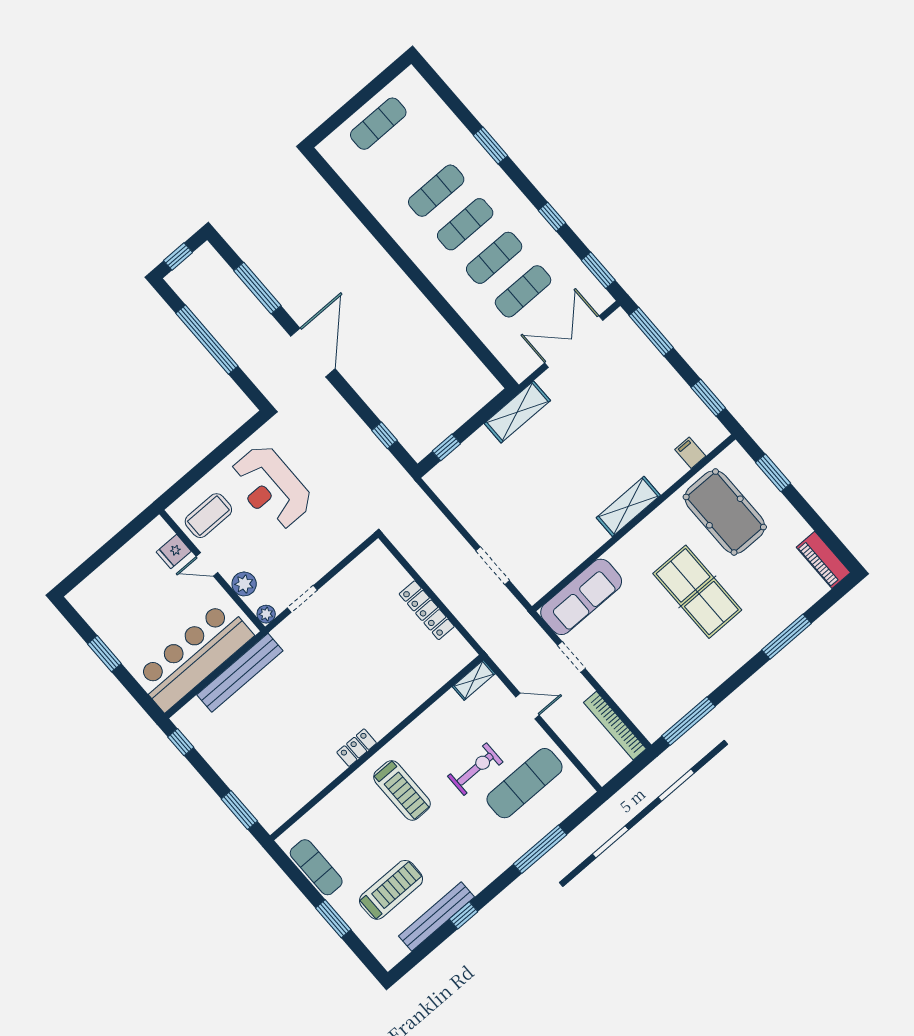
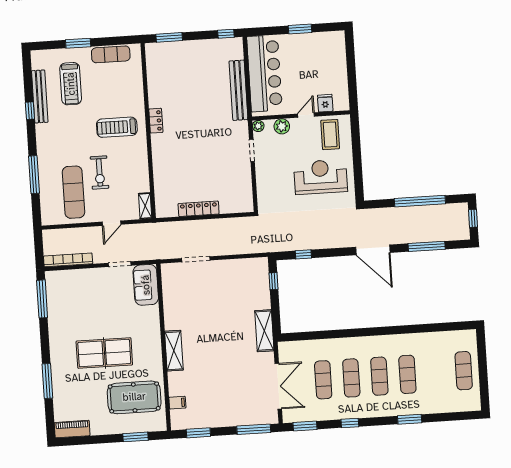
sofa: (581, 597) -> (146, 285), width x0.73

